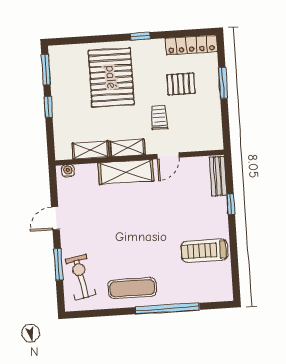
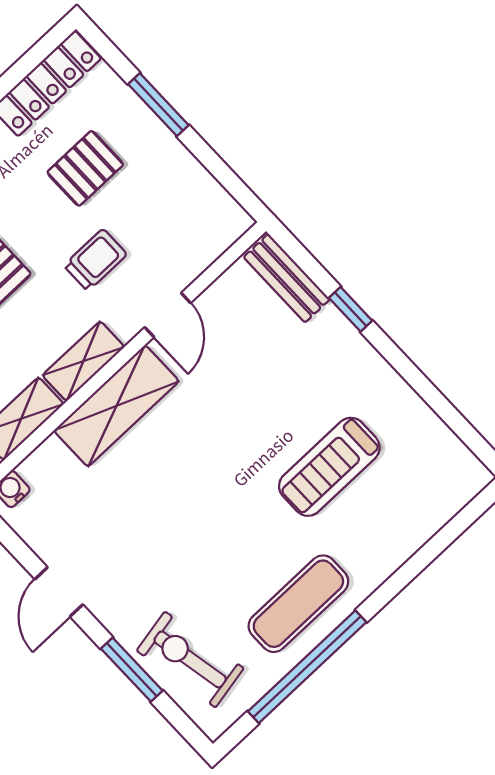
trolley: (159, 117) -> (95, 260), turned 90
treadmill: (204, 251) -> (329, 467), moved
window: (167, 308) -> (307, 667), moved

